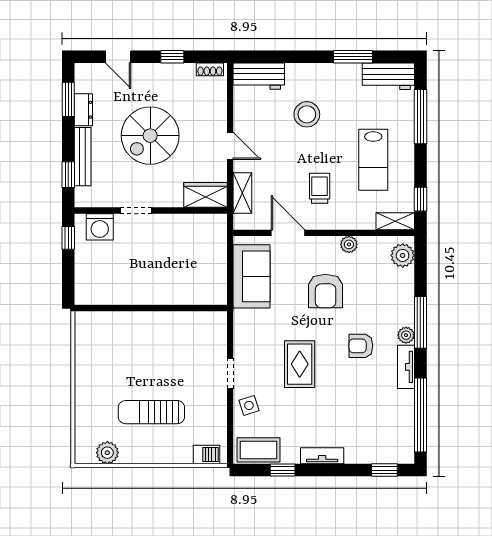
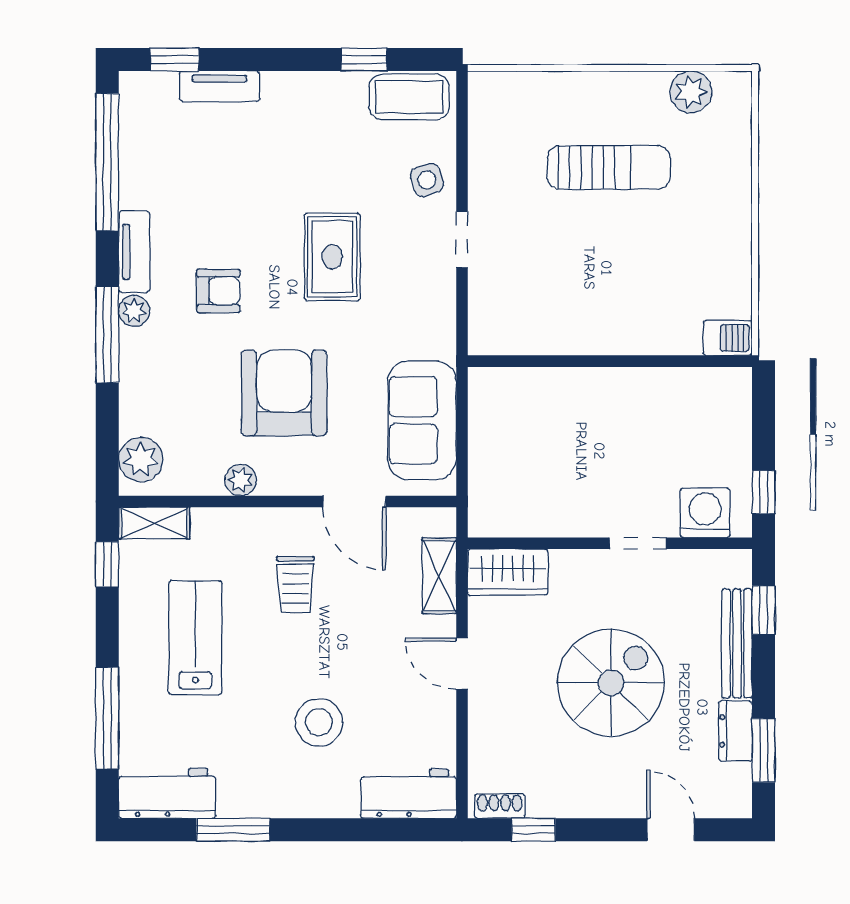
window: (172, 57) -> (534, 830), moved
armchair: (326, 291) -> (284, 393), width x1.36, depth x1.36
barbecue: (206, 455) -> (728, 338), moved, turned 180
tv unit: (322, 456) -> (219, 86), moved

